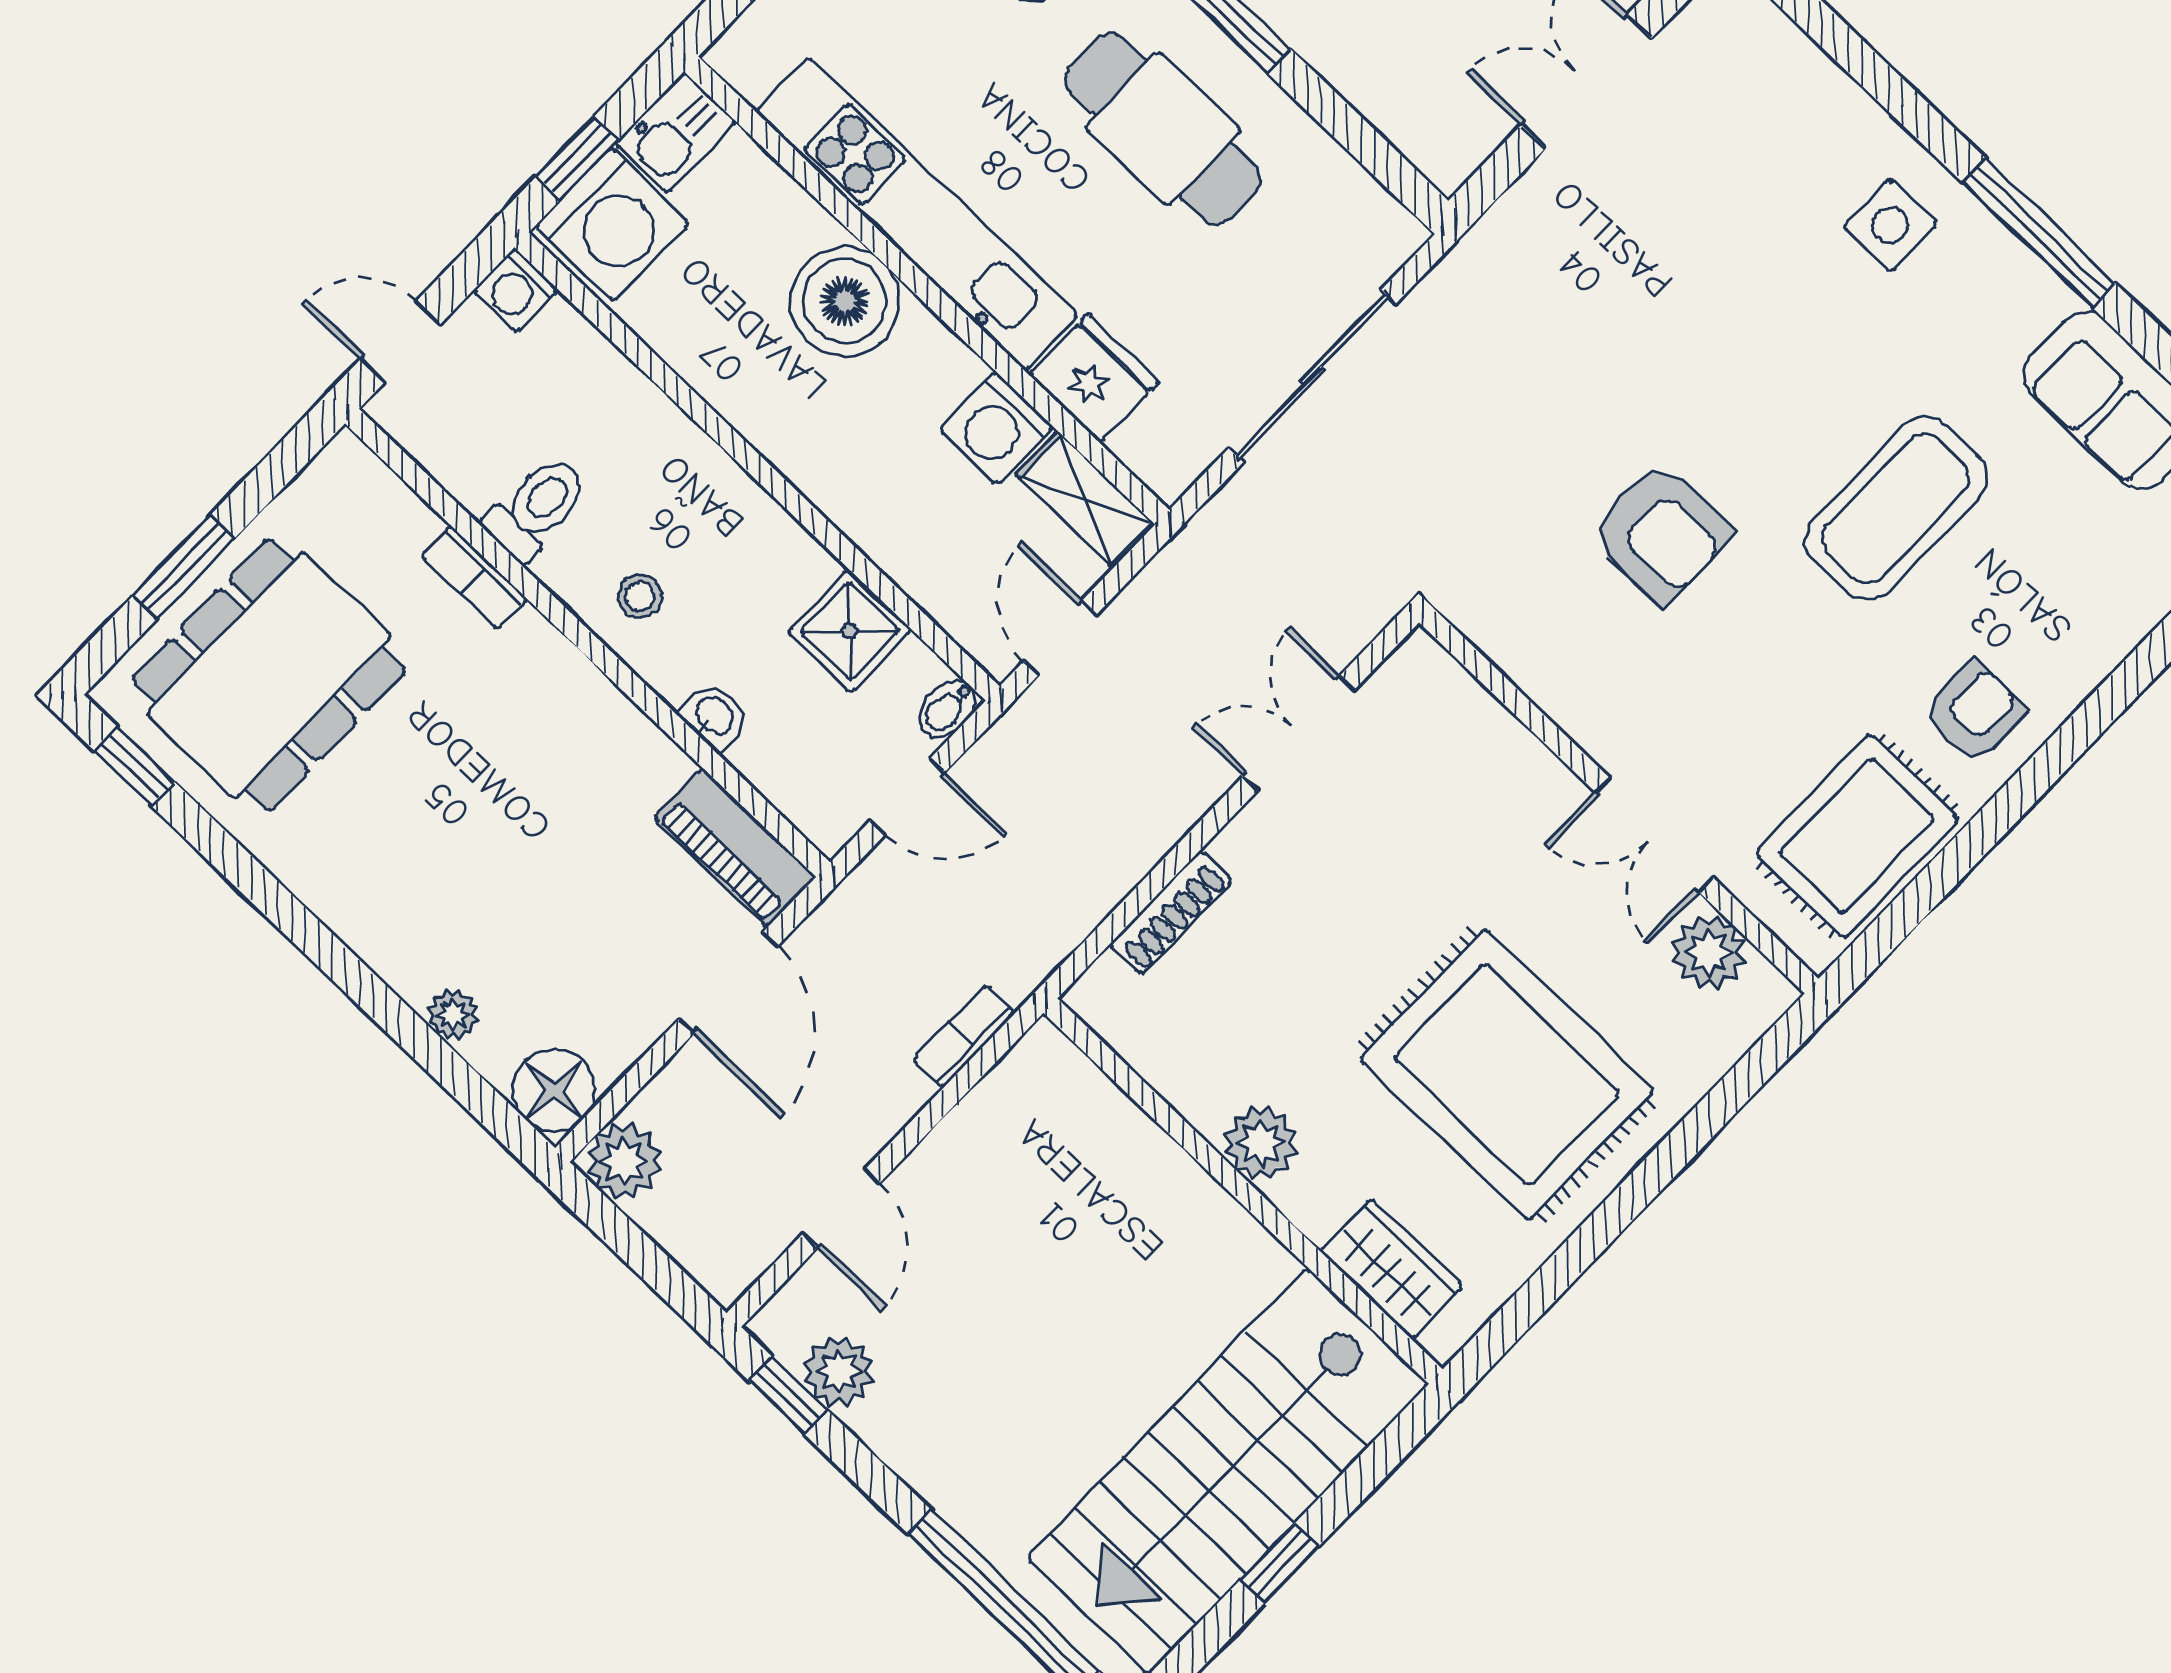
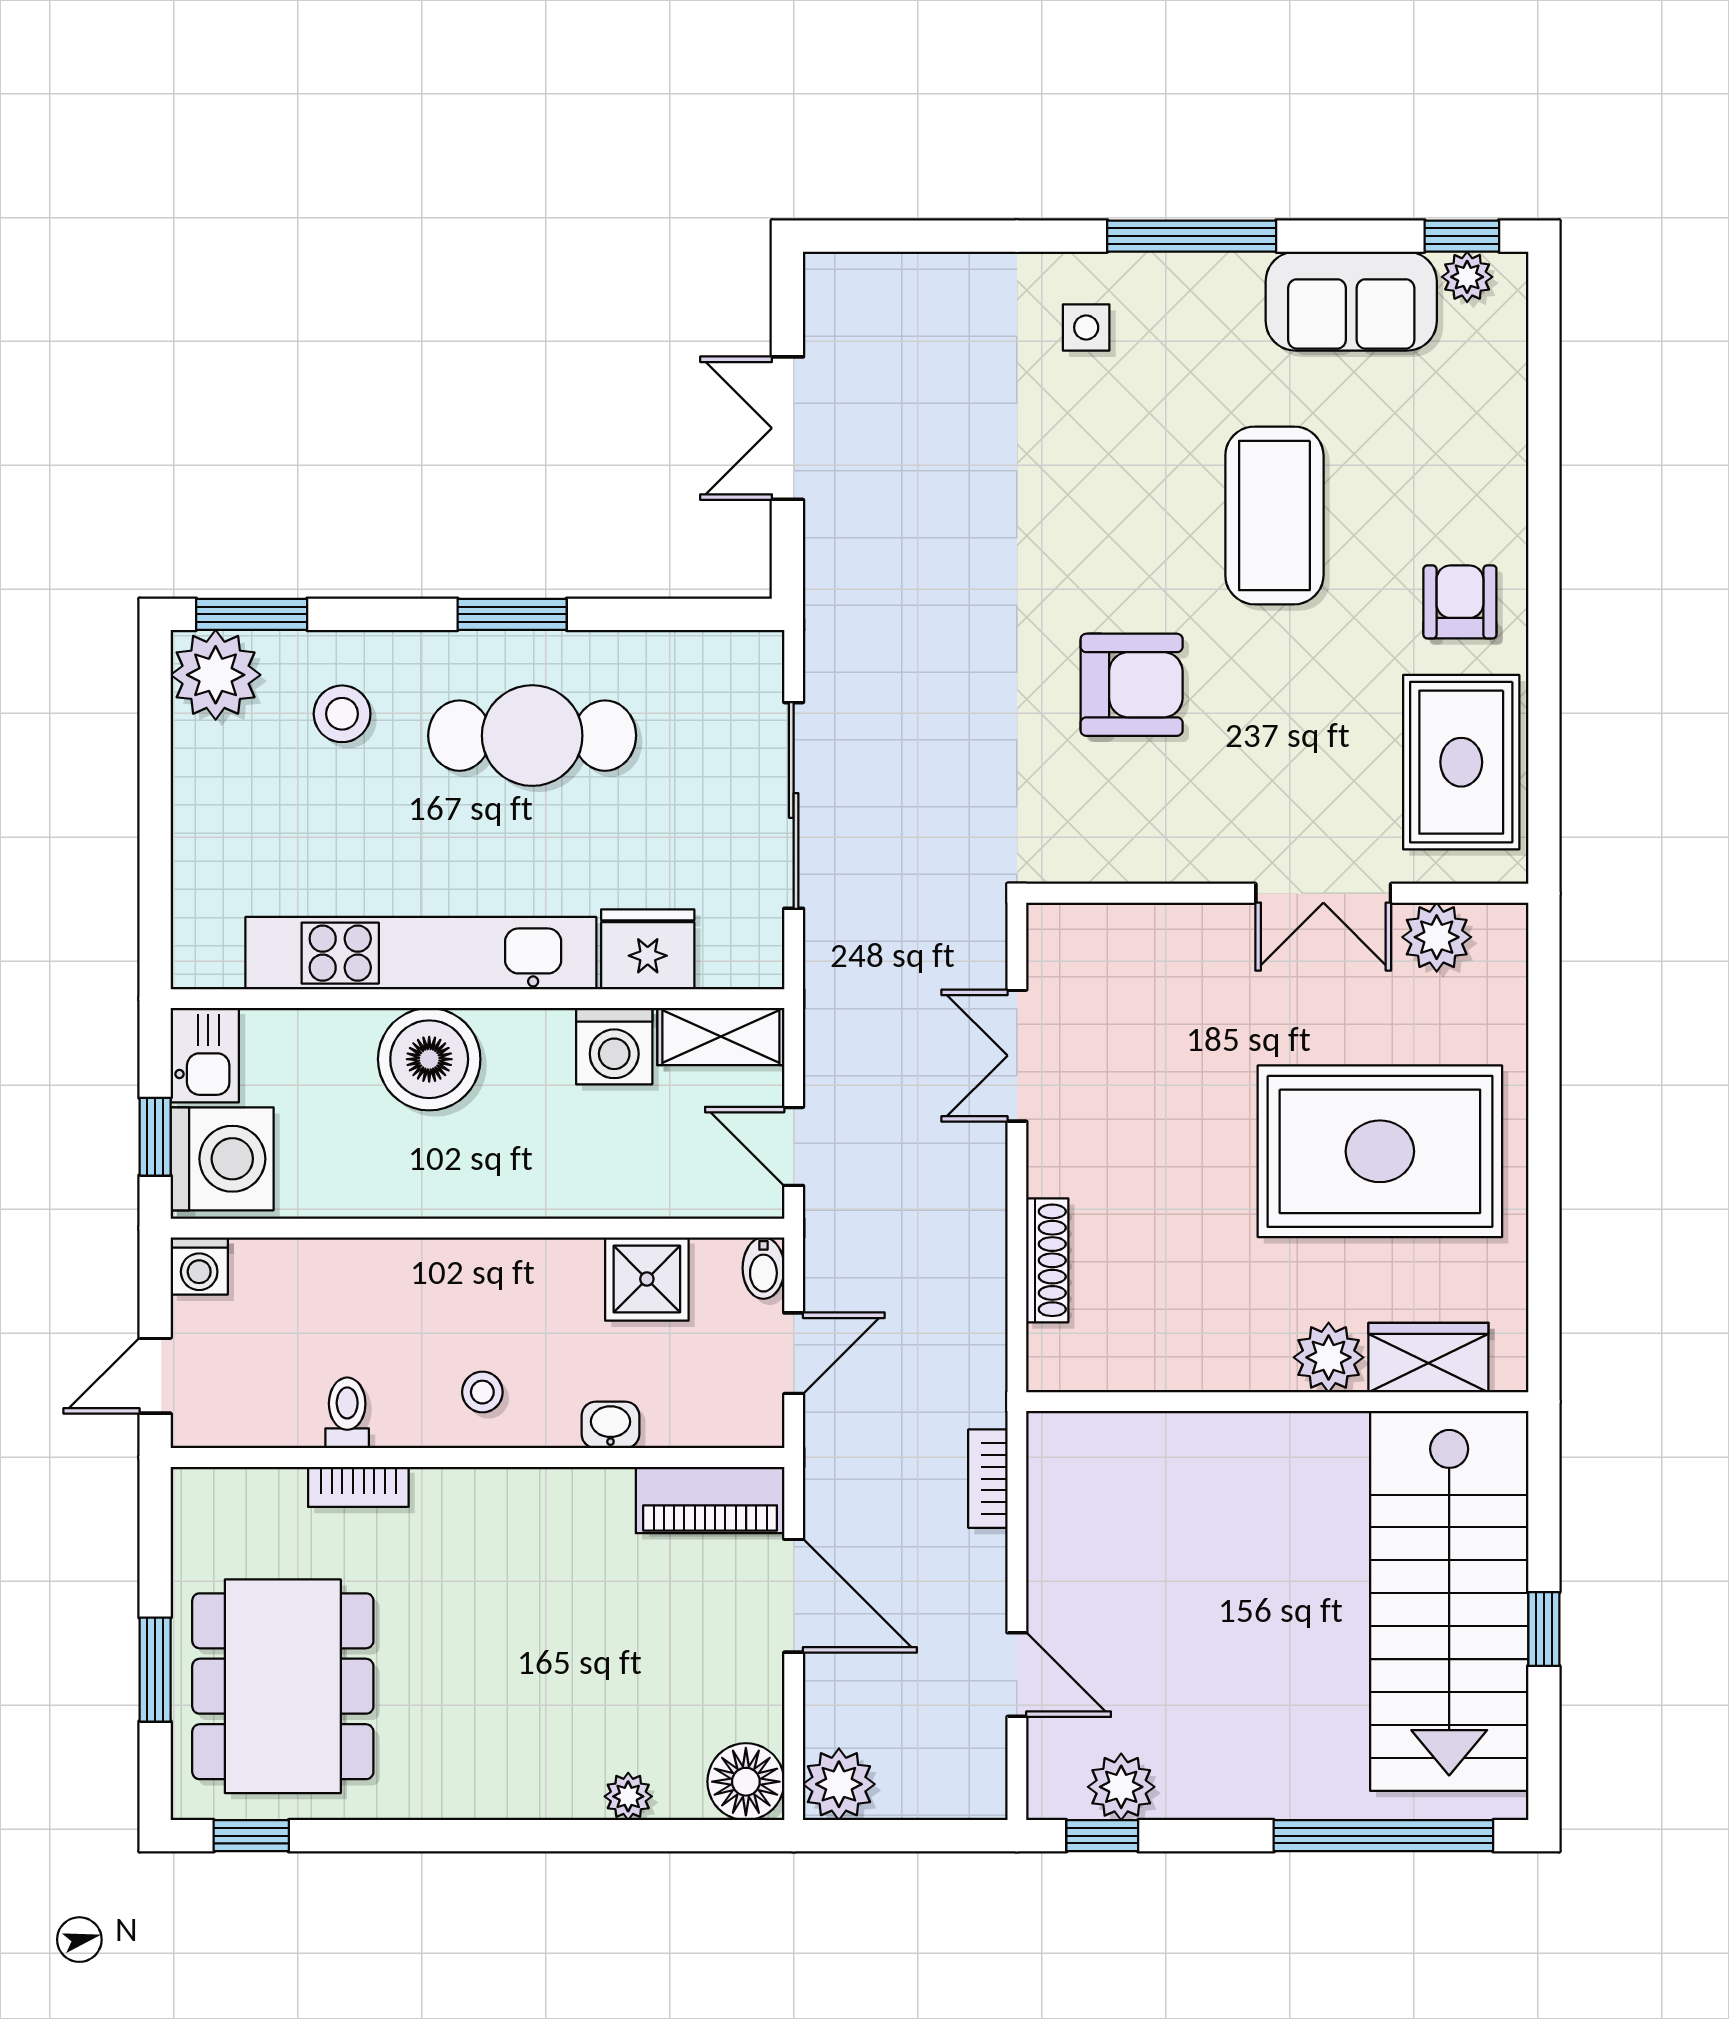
side table: (1890, 225) -> (1086, 327), width x0.73, depth x0.73
toilet: (537, 508) -> (347, 1413), width x0.73, depth x0.72
plant: (1261, 1143) -> (1329, 1357), moved

